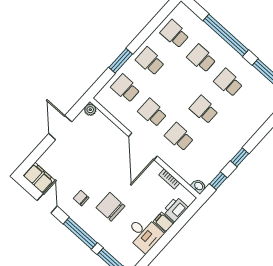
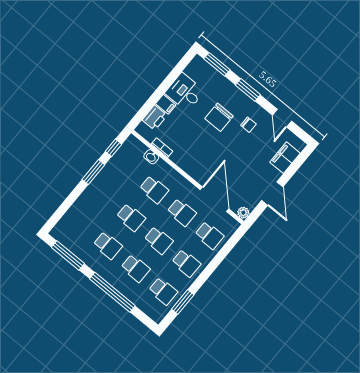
window: (121, 61) -> (183, 302), moved
school desk: (177, 85) -> (159, 240), added
door: (143, 146) -> (214, 199), moved
window: (240, 157) -> (93, 172), width x1.50
filing cabinet: (39, 178) -> (285, 158), moved, turned 90
washbasin: (198, 186) -> (151, 157), moved
chair: (111, 207) -> (219, 117), turned 90
window: (80, 233) -> (248, 90), width x0.69

